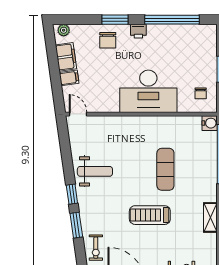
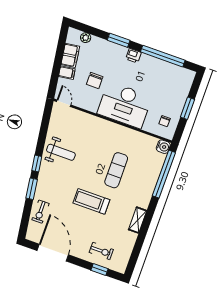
plant: (64, 30) -> (86, 38), moved
chair: (108, 40) -> (95, 81), moved

